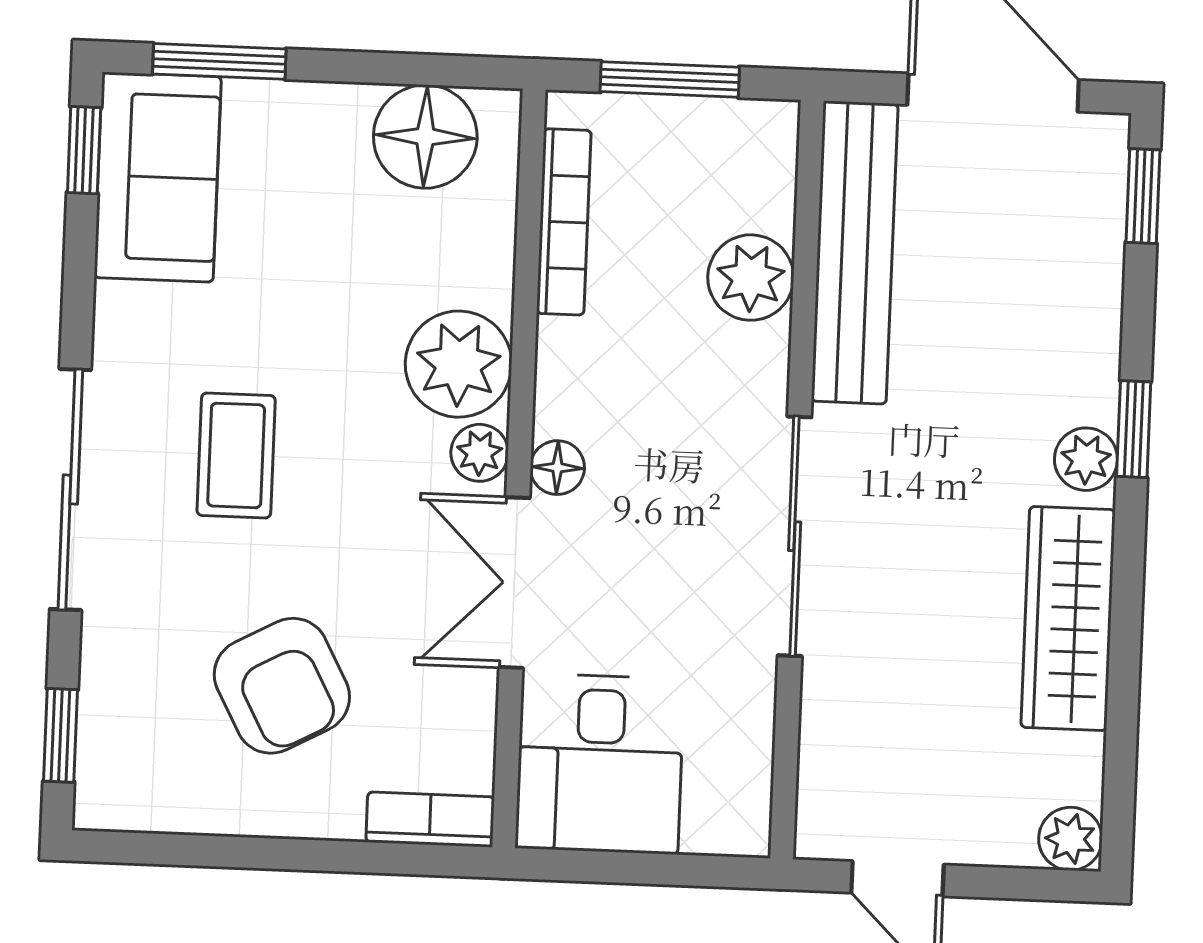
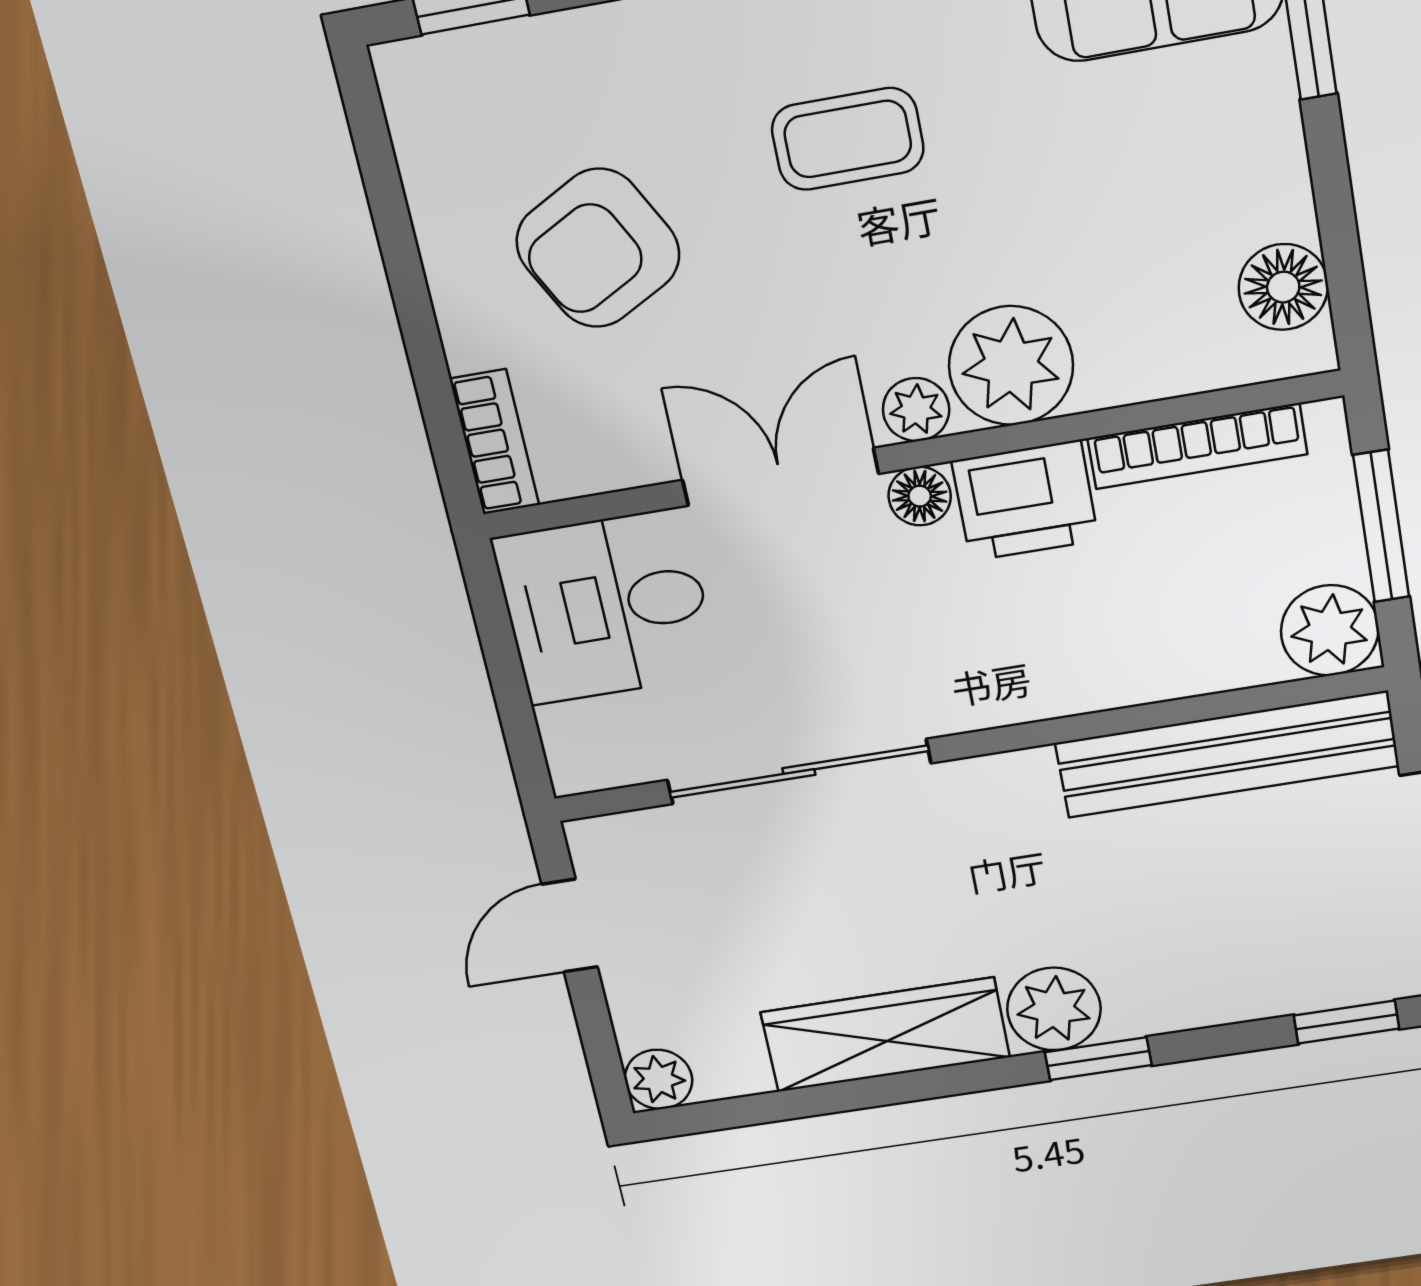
floor lamp: (425, 137) -> (1283, 287), width x0.73, depth x0.73
plant: (751, 278) -> (1330, 630), moved
printer: (581, 378) -> (1025, 501), added
plant: (1086, 459) -> (1054, 1009), width x1.38, depth x1.38
sliding door: (795, 536) -> (799, 772), moved

